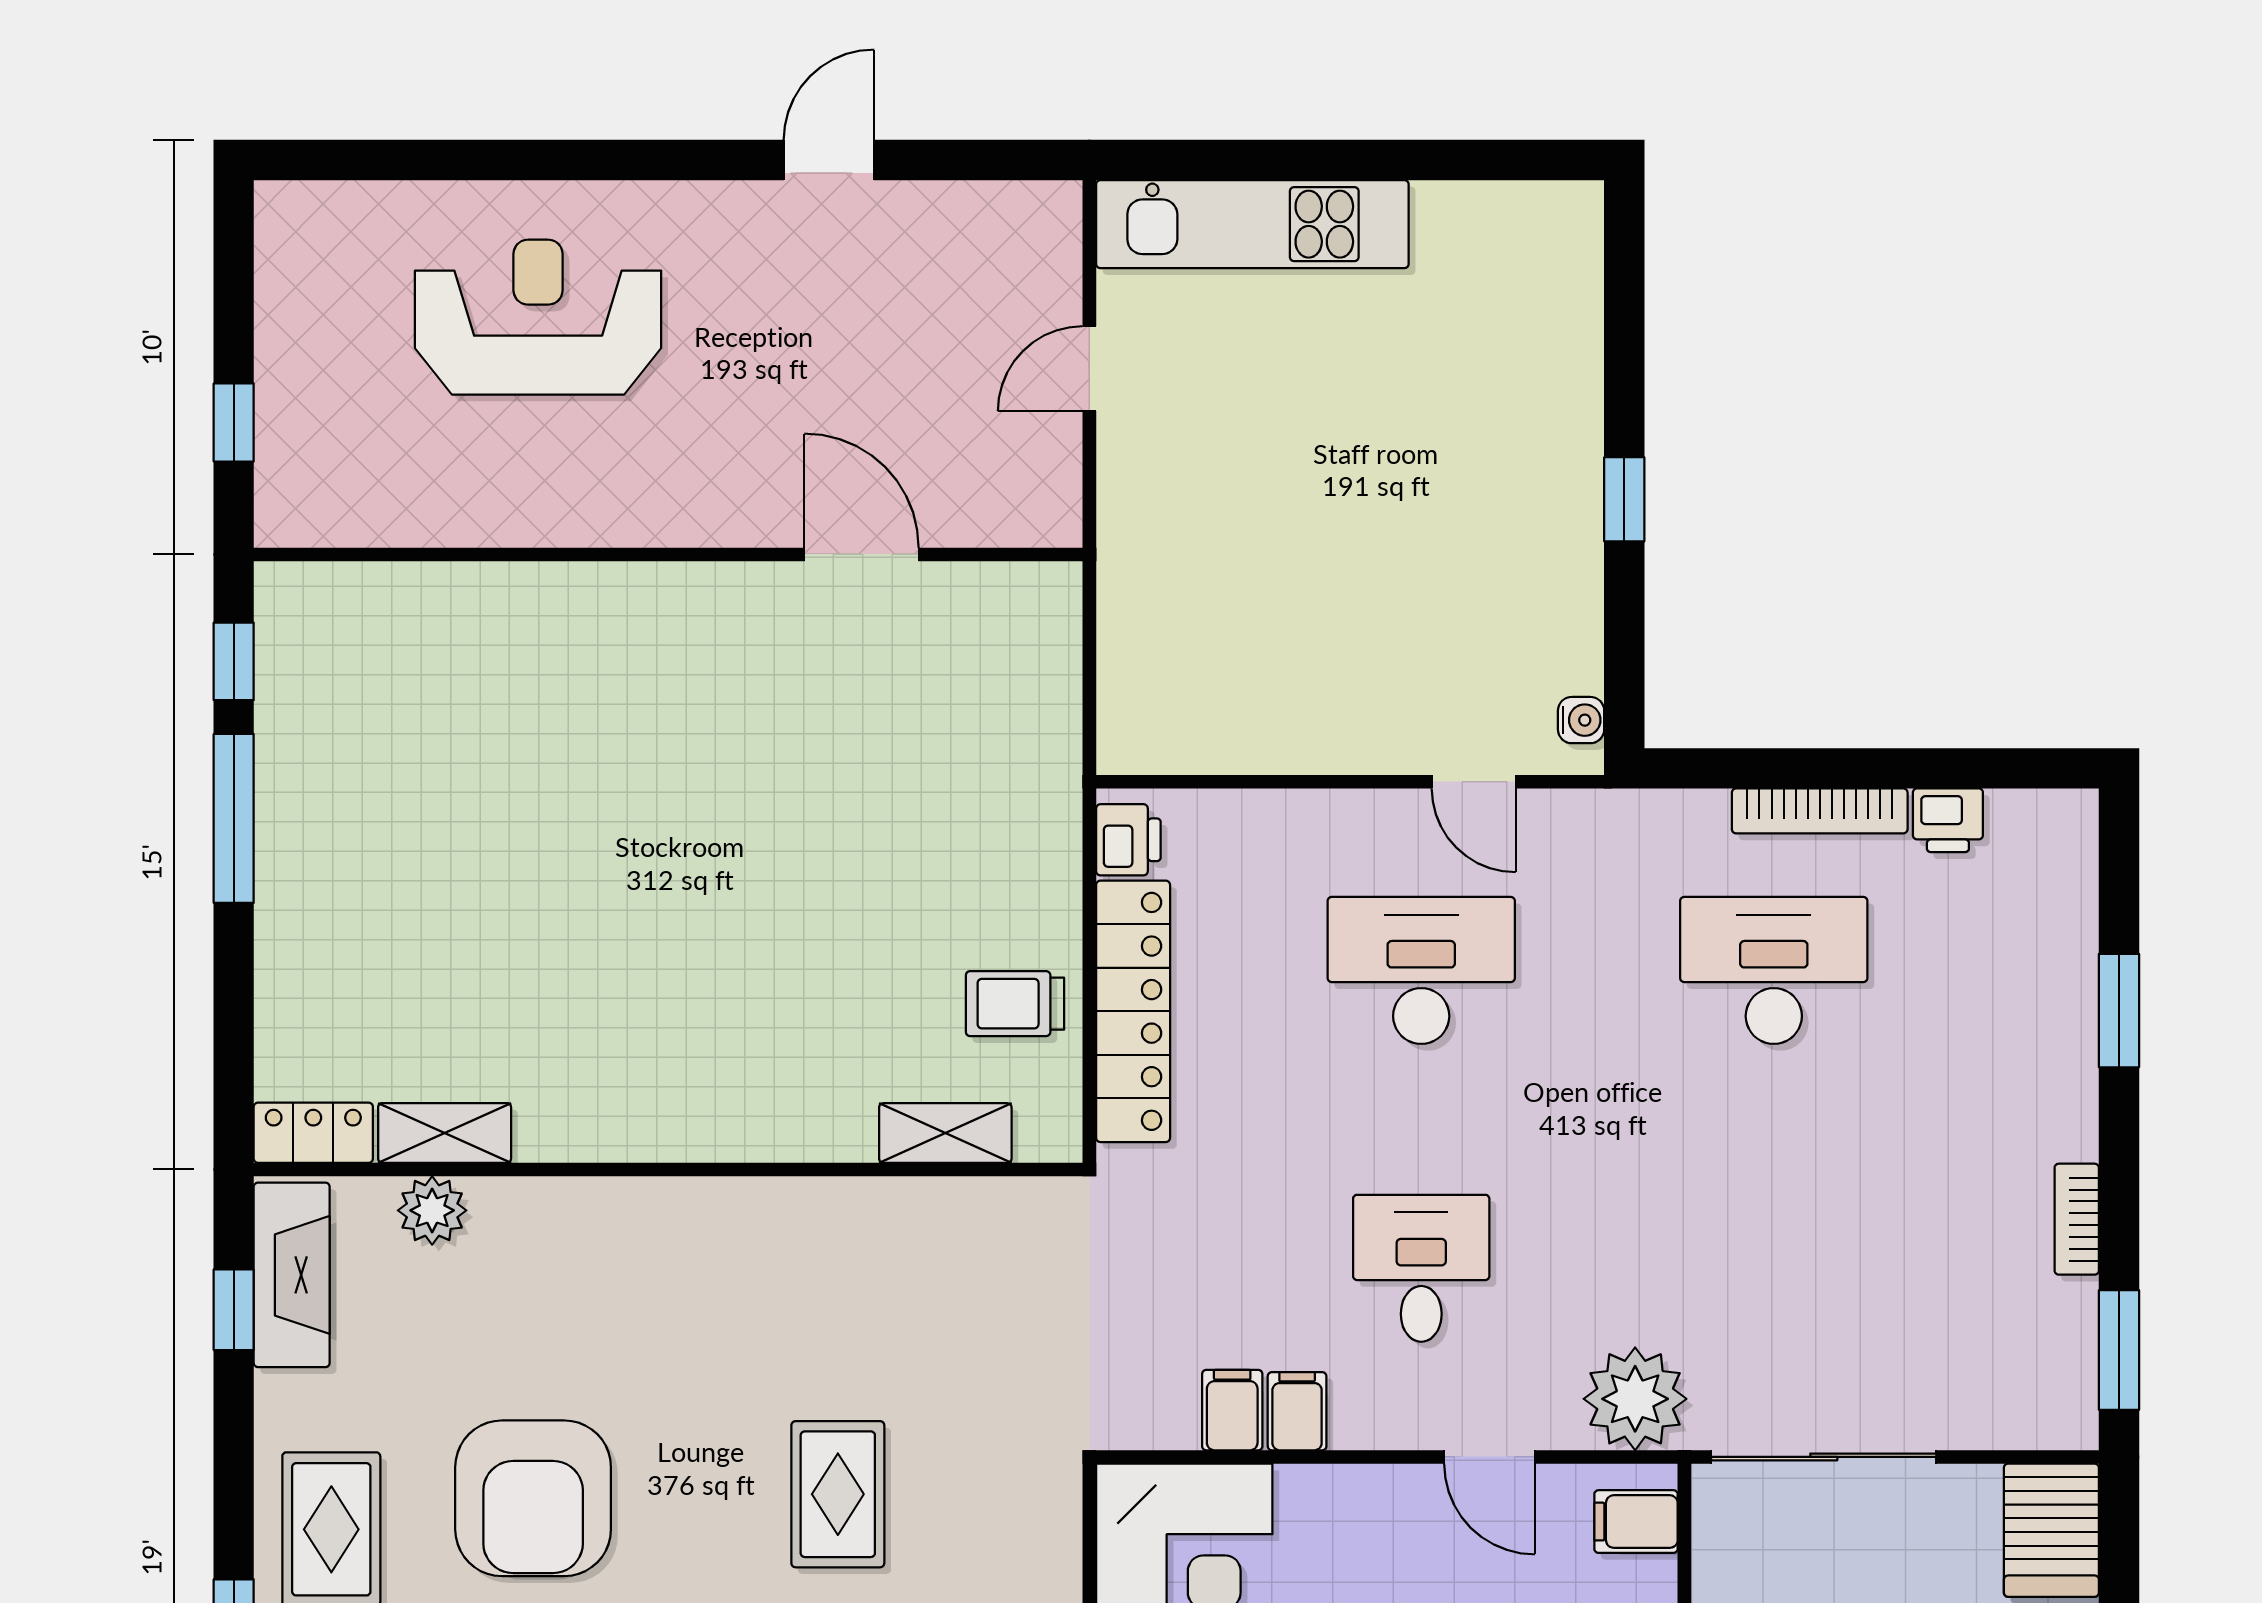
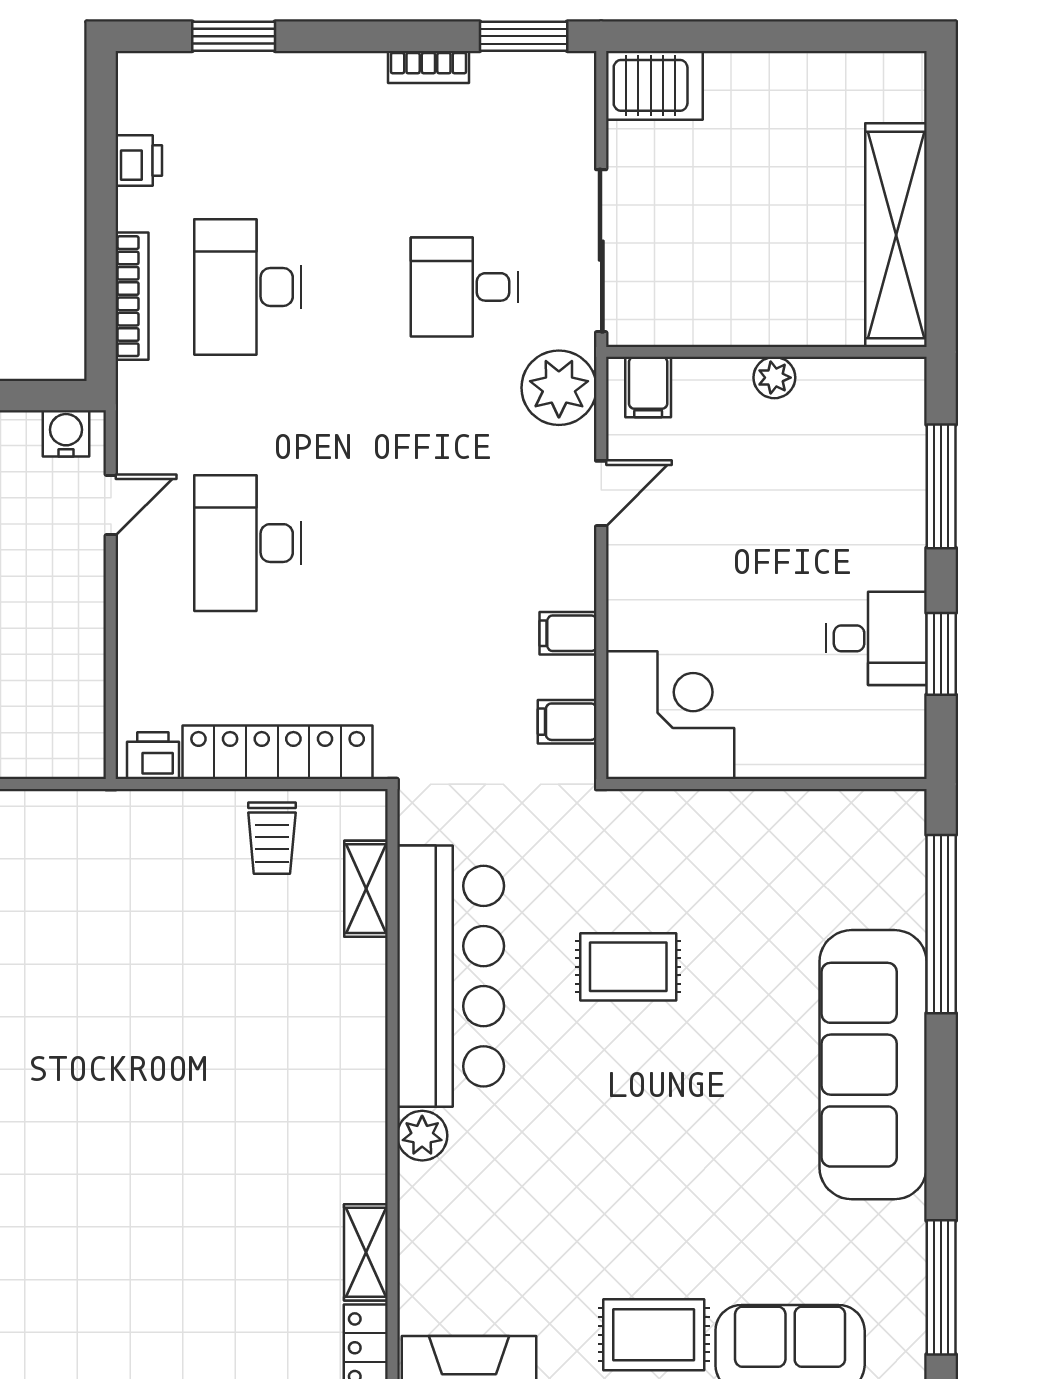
water cooler: (1581, 720) -> (66, 433), width x1.38, depth x1.38
bookcase: (1820, 811) -> (132, 296), moved
window: (2119, 1011) -> (234, 36), moved
plant: (432, 1210) -> (422, 1136), moved
bar counter: (825, 1250) -> (451, 976), added
desk: (1421, 1268) -> (464, 287), moved
filing cabinet: (1232, 1410) -> (567, 722), moved
armchair: (533, 1498) -> (631, 1188), removed

